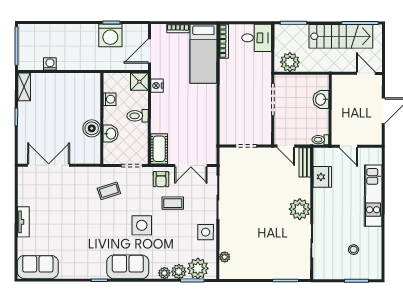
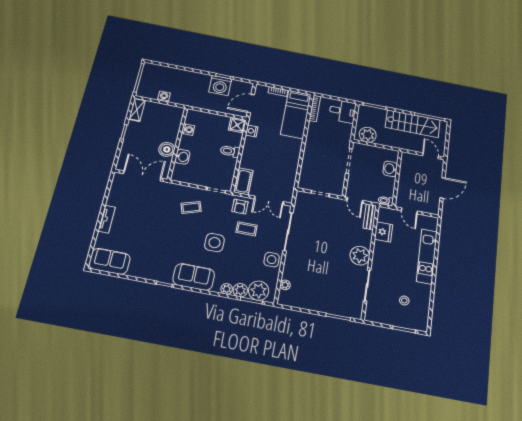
washing machine: (110, 99) -> (188, 130), moved
wall: (102, 118) -> (178, 143), moved
boiler: (92, 128) -> (167, 149), moved
washbasin: (111, 134) -> (182, 157), moved

